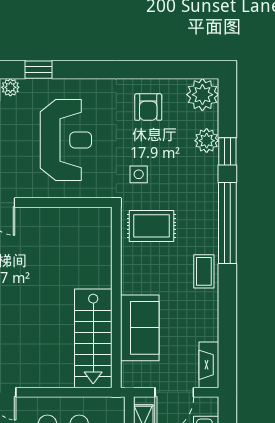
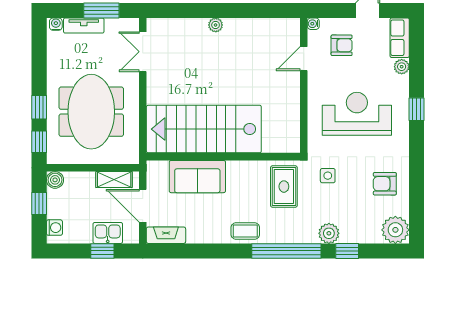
window: (38, 70) -> (417, 109), moved
reception desk: (66, 140) -> (357, 114), turned 180
plant: (207, 141) -> (329, 233), moved
stairs: (93, 338) -> (204, 129), width x1.36, depth x1.51

